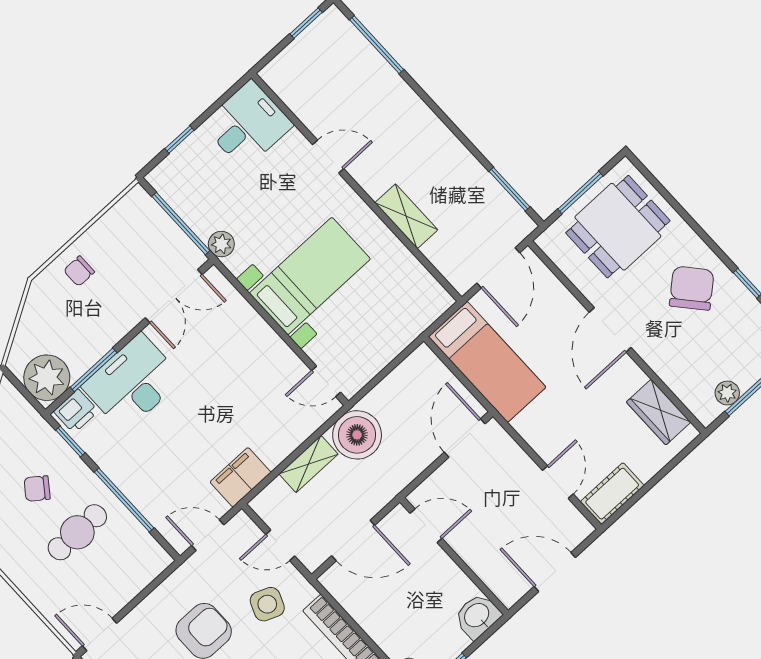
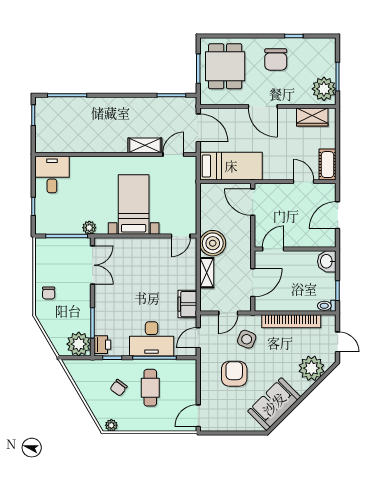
door: (328, 157) -> (173, 154), moved
chair: (692, 288) -> (276, 59), turned -139
desk: (132, 383) -> (152, 339), moved, turned -90
plant: (727, 393) -> (324, 89), width x1.88, depth x1.88

